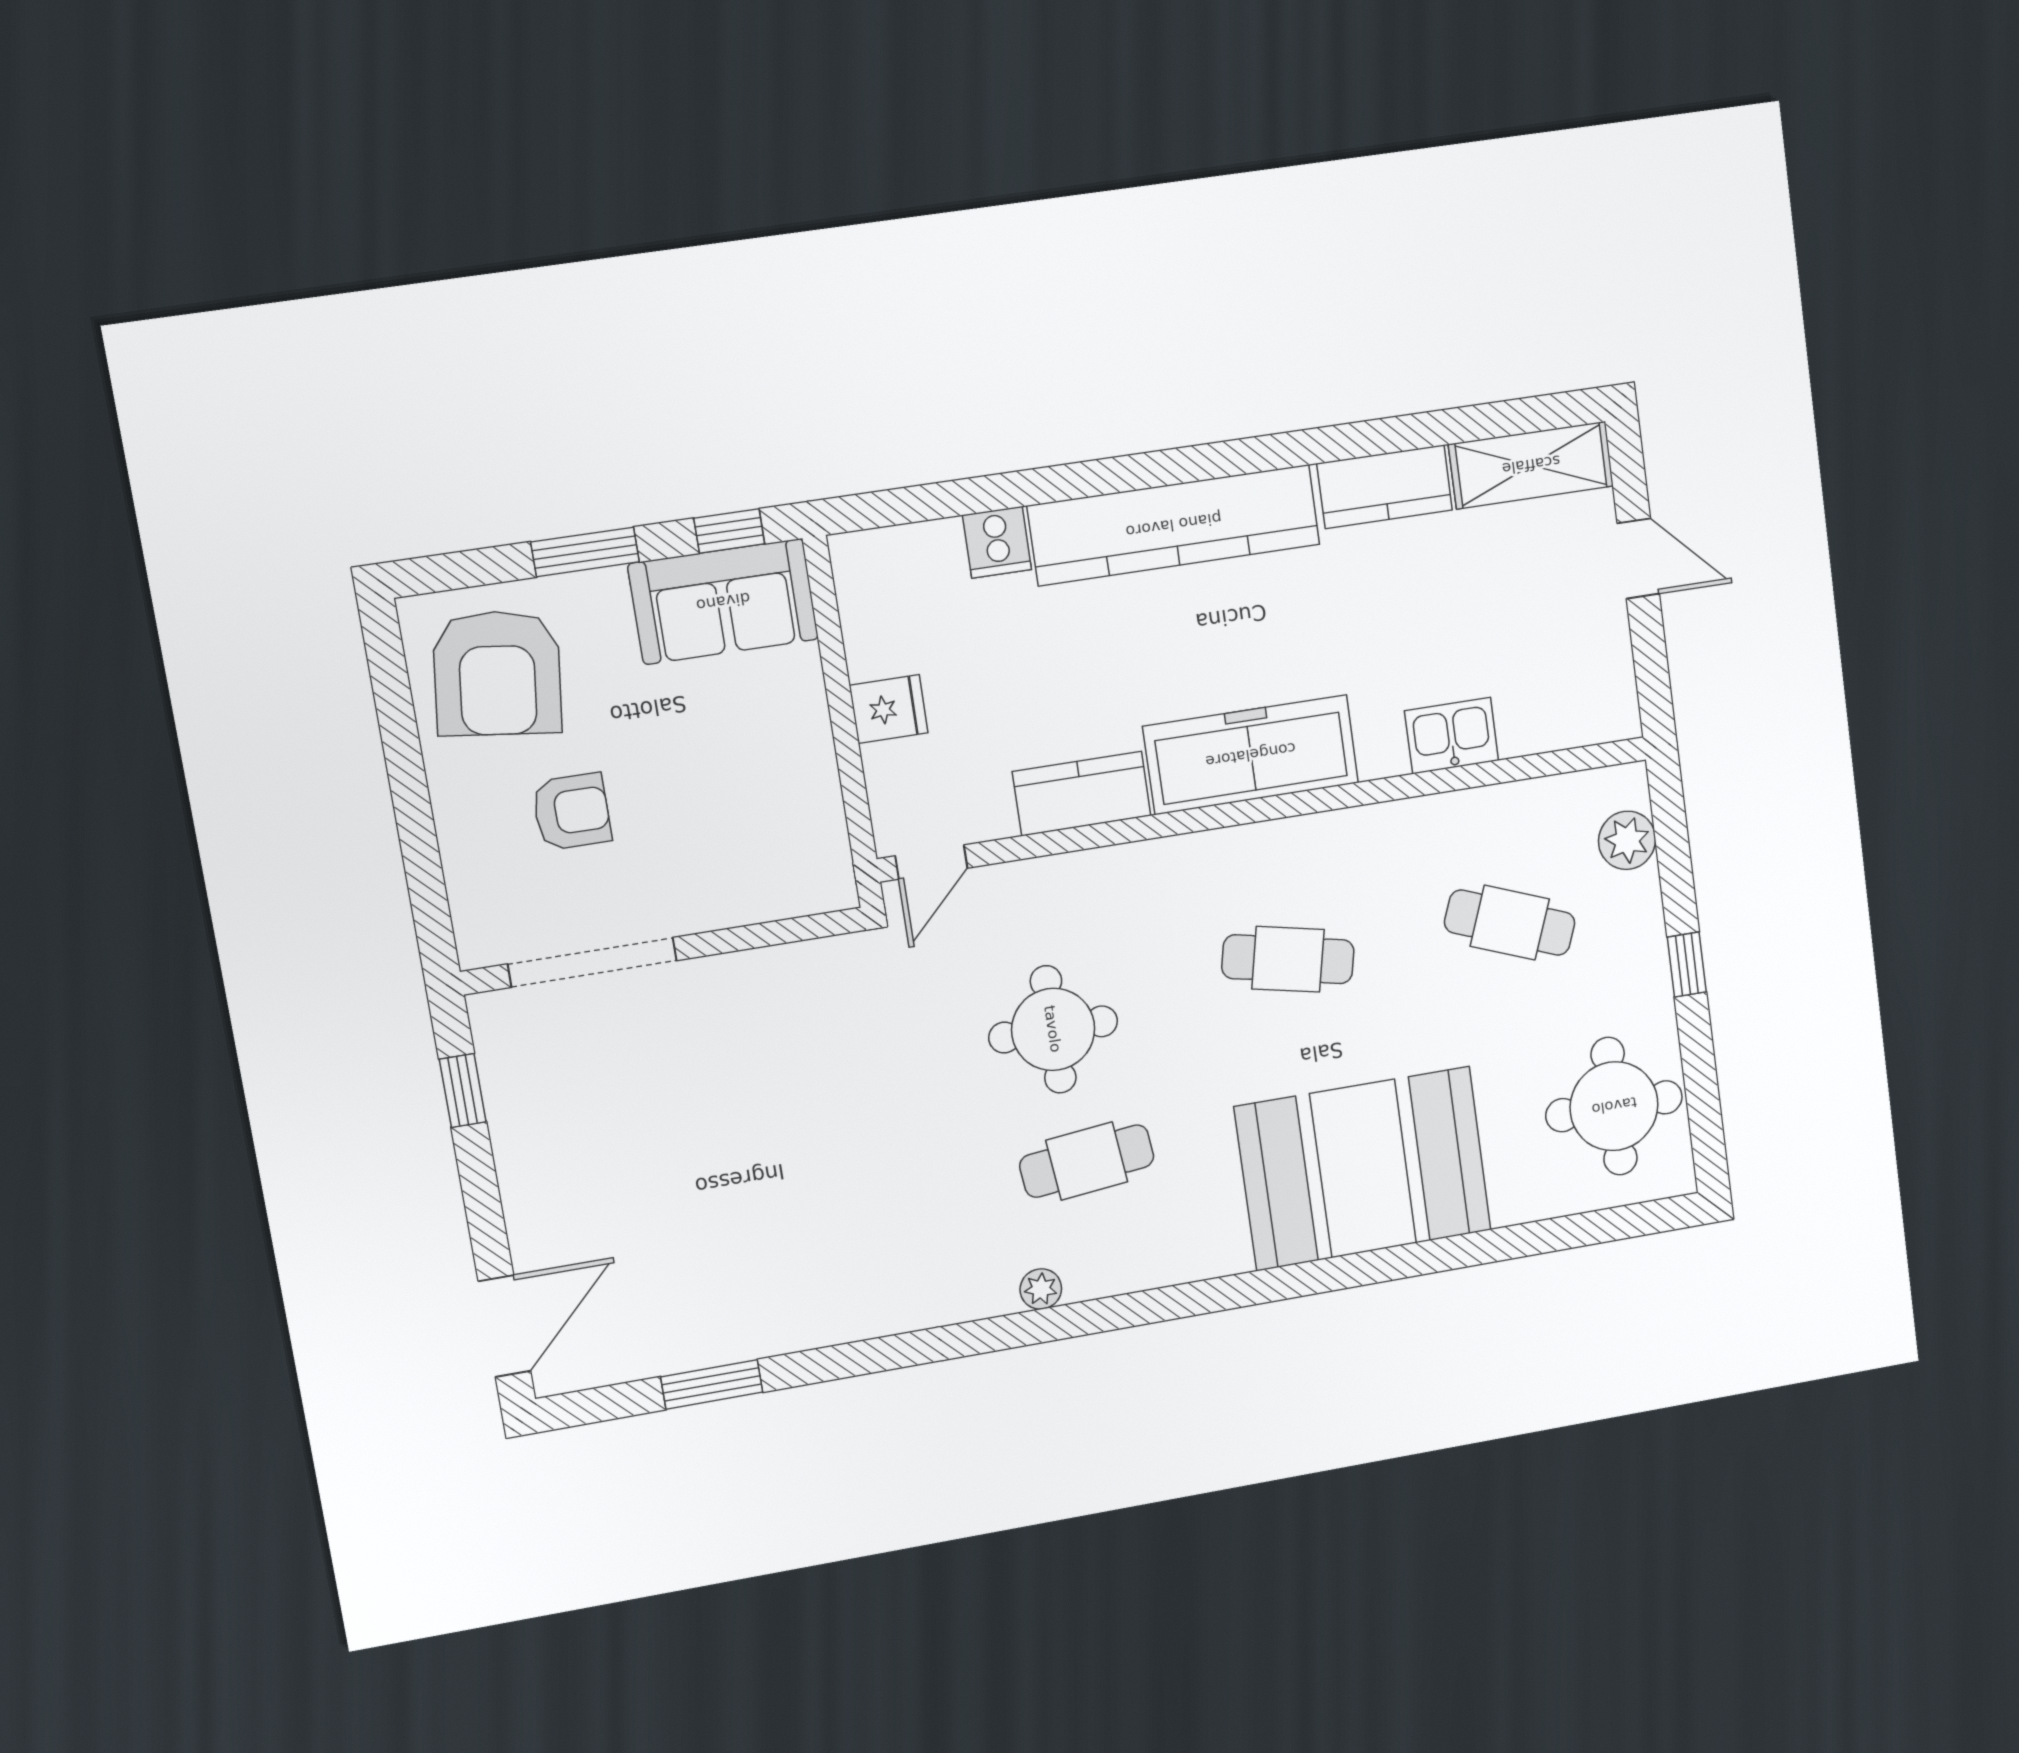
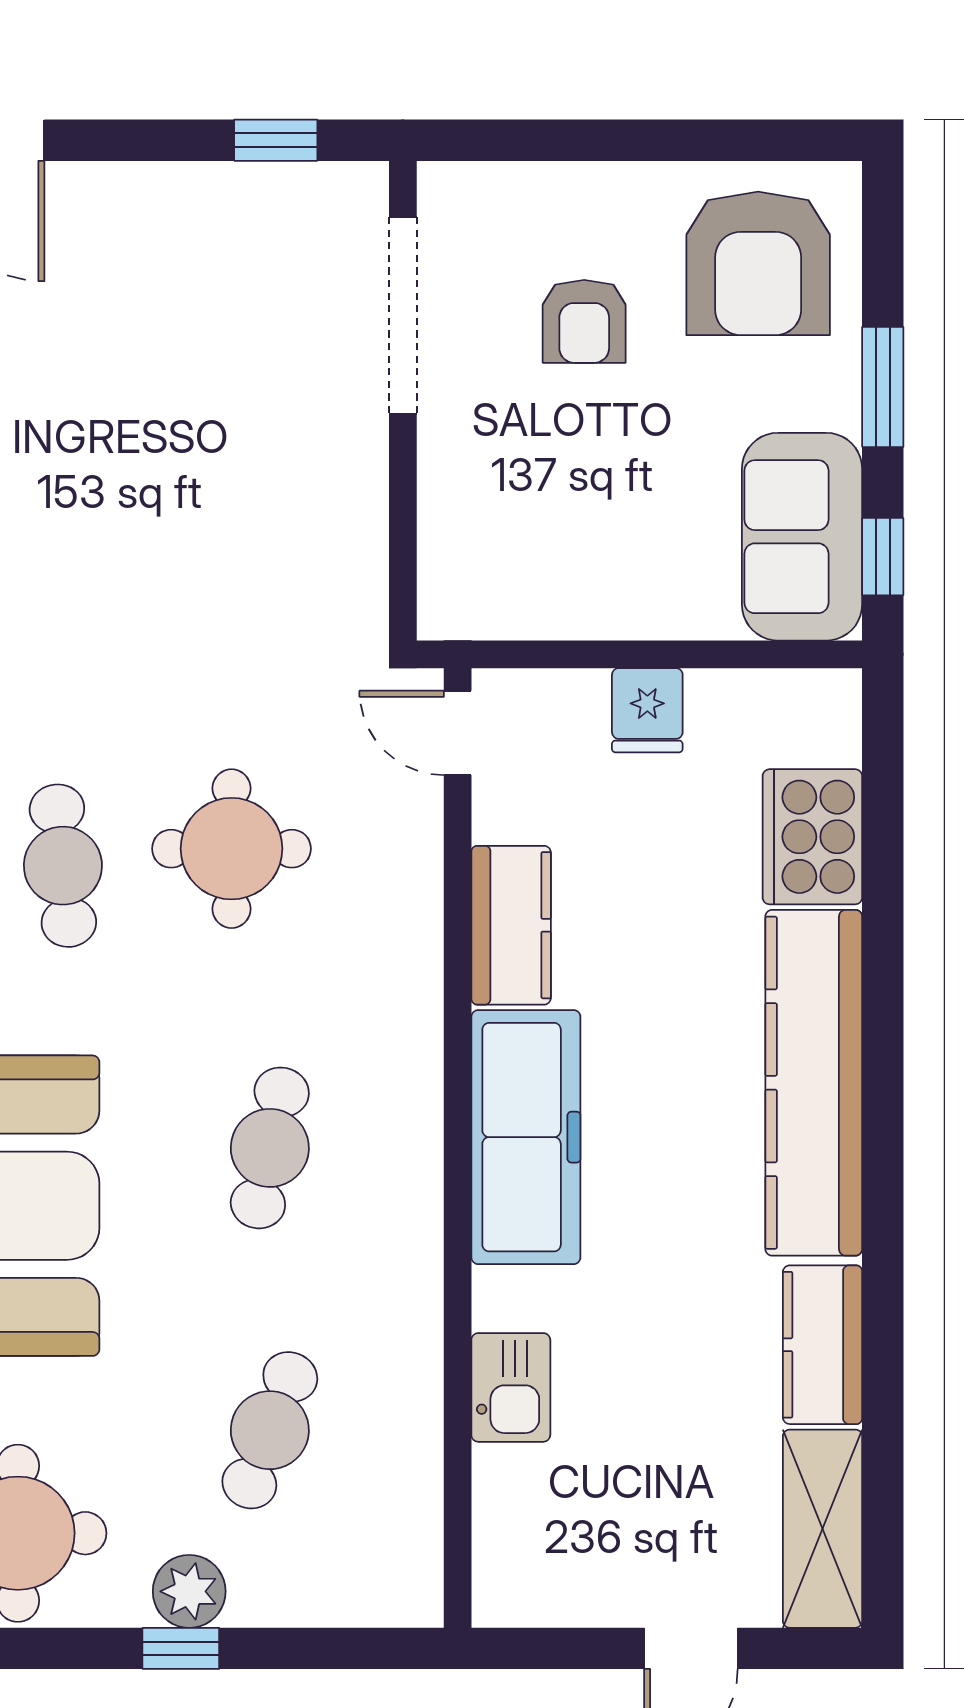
cooker: (997, 542) -> (812, 837), width x1.87, depth x1.31
armchair: (497, 673) -> (758, 263), turned -97
plant: (1627, 840) -> (189, 1591), moved

